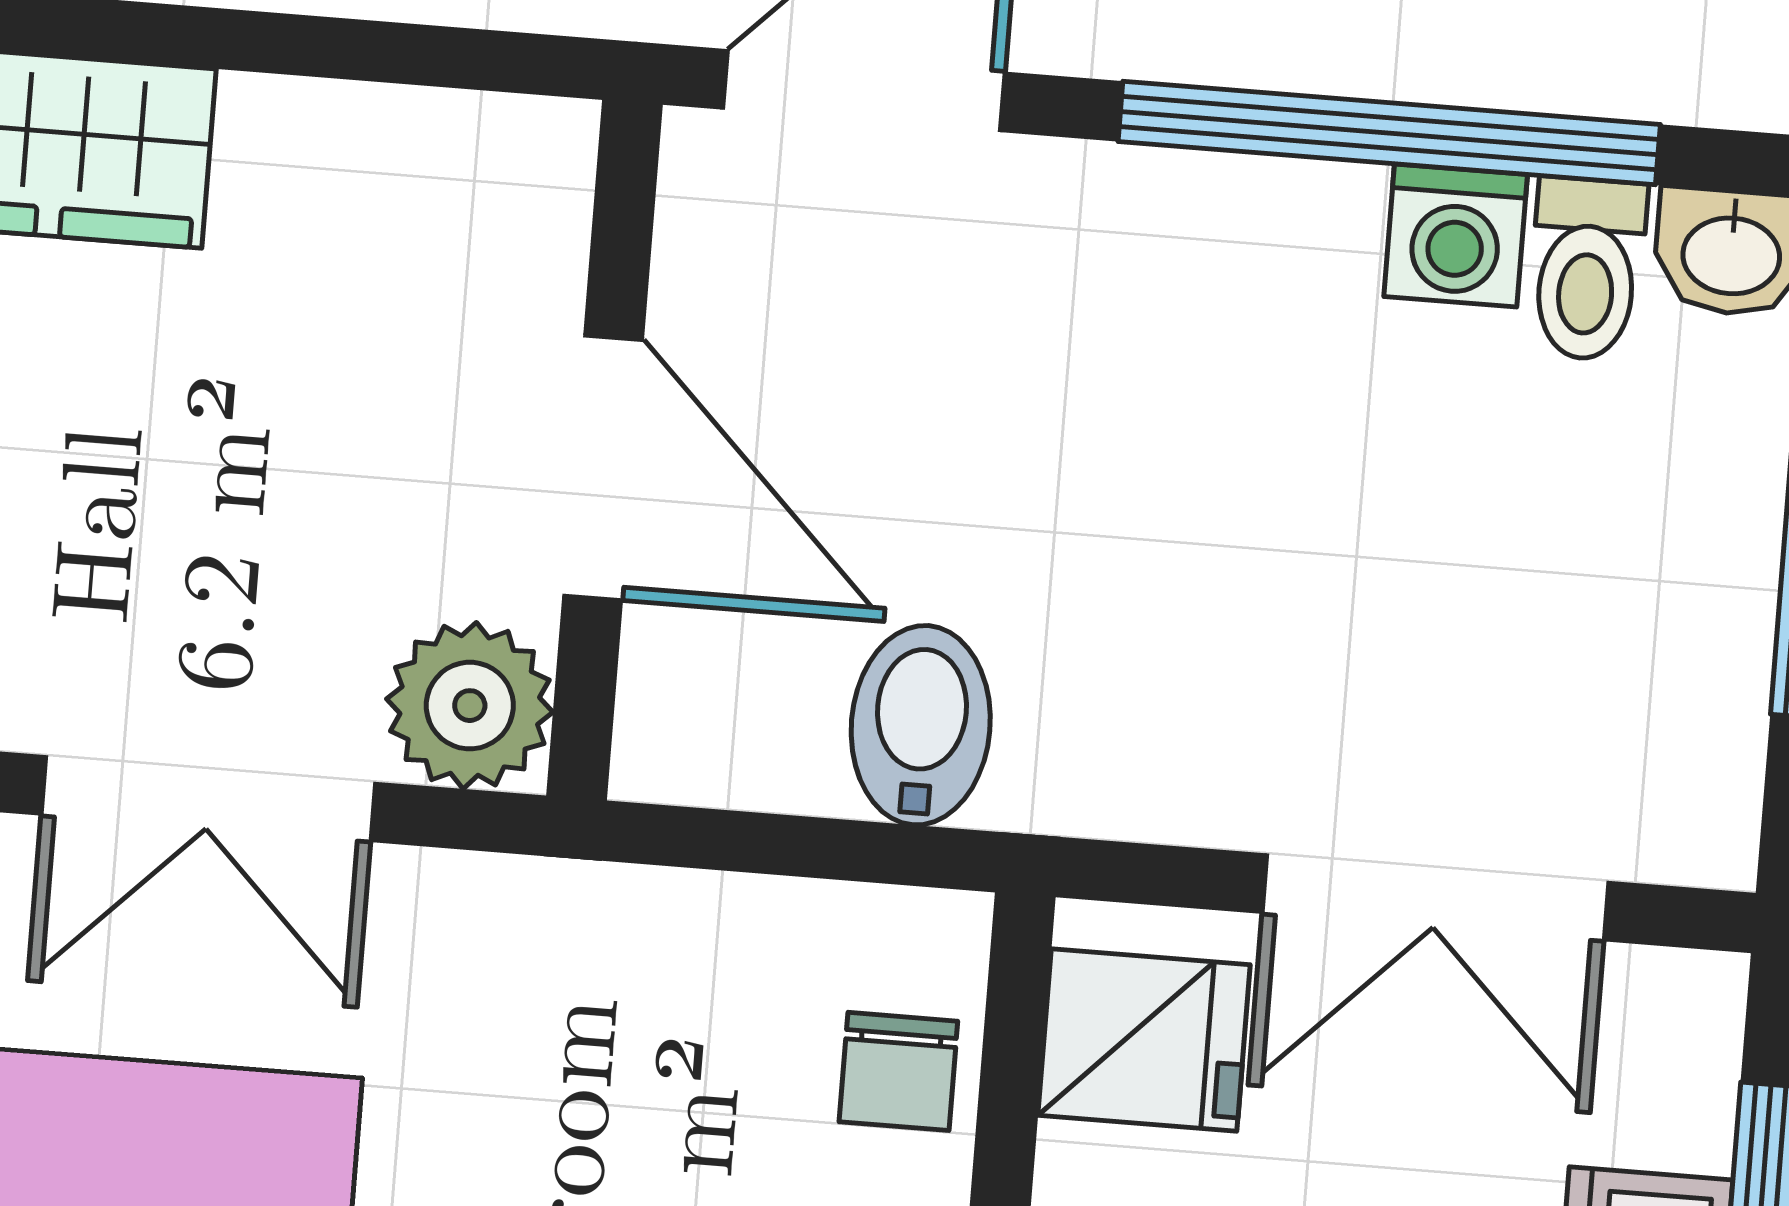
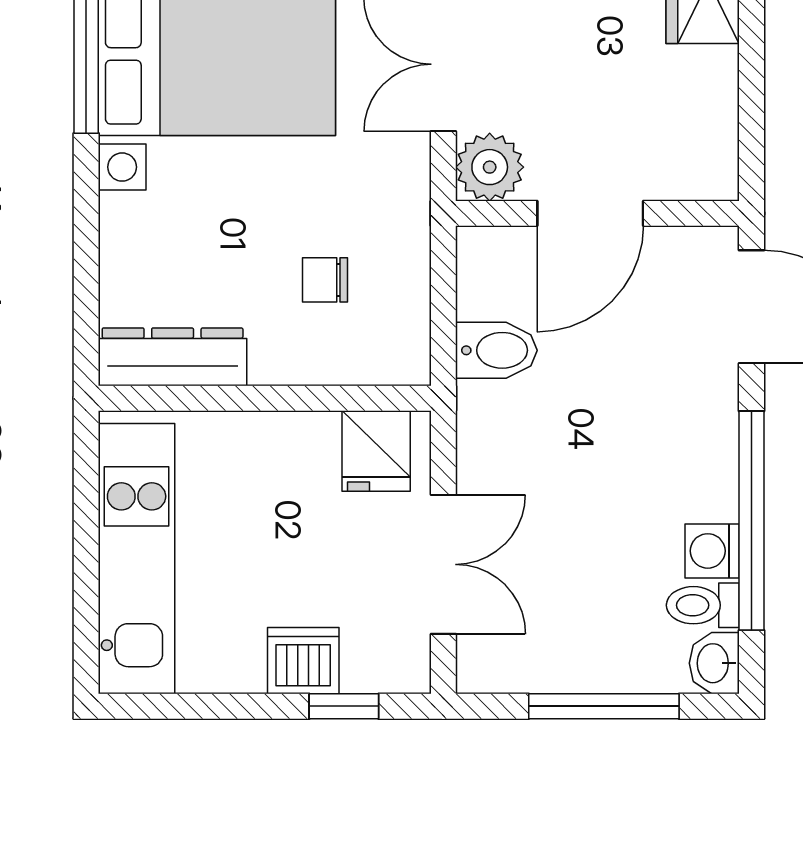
double door: (1435, 897) -> (443, 564), swing flipped
chair: (898, 1071) -> (325, 280), moved

